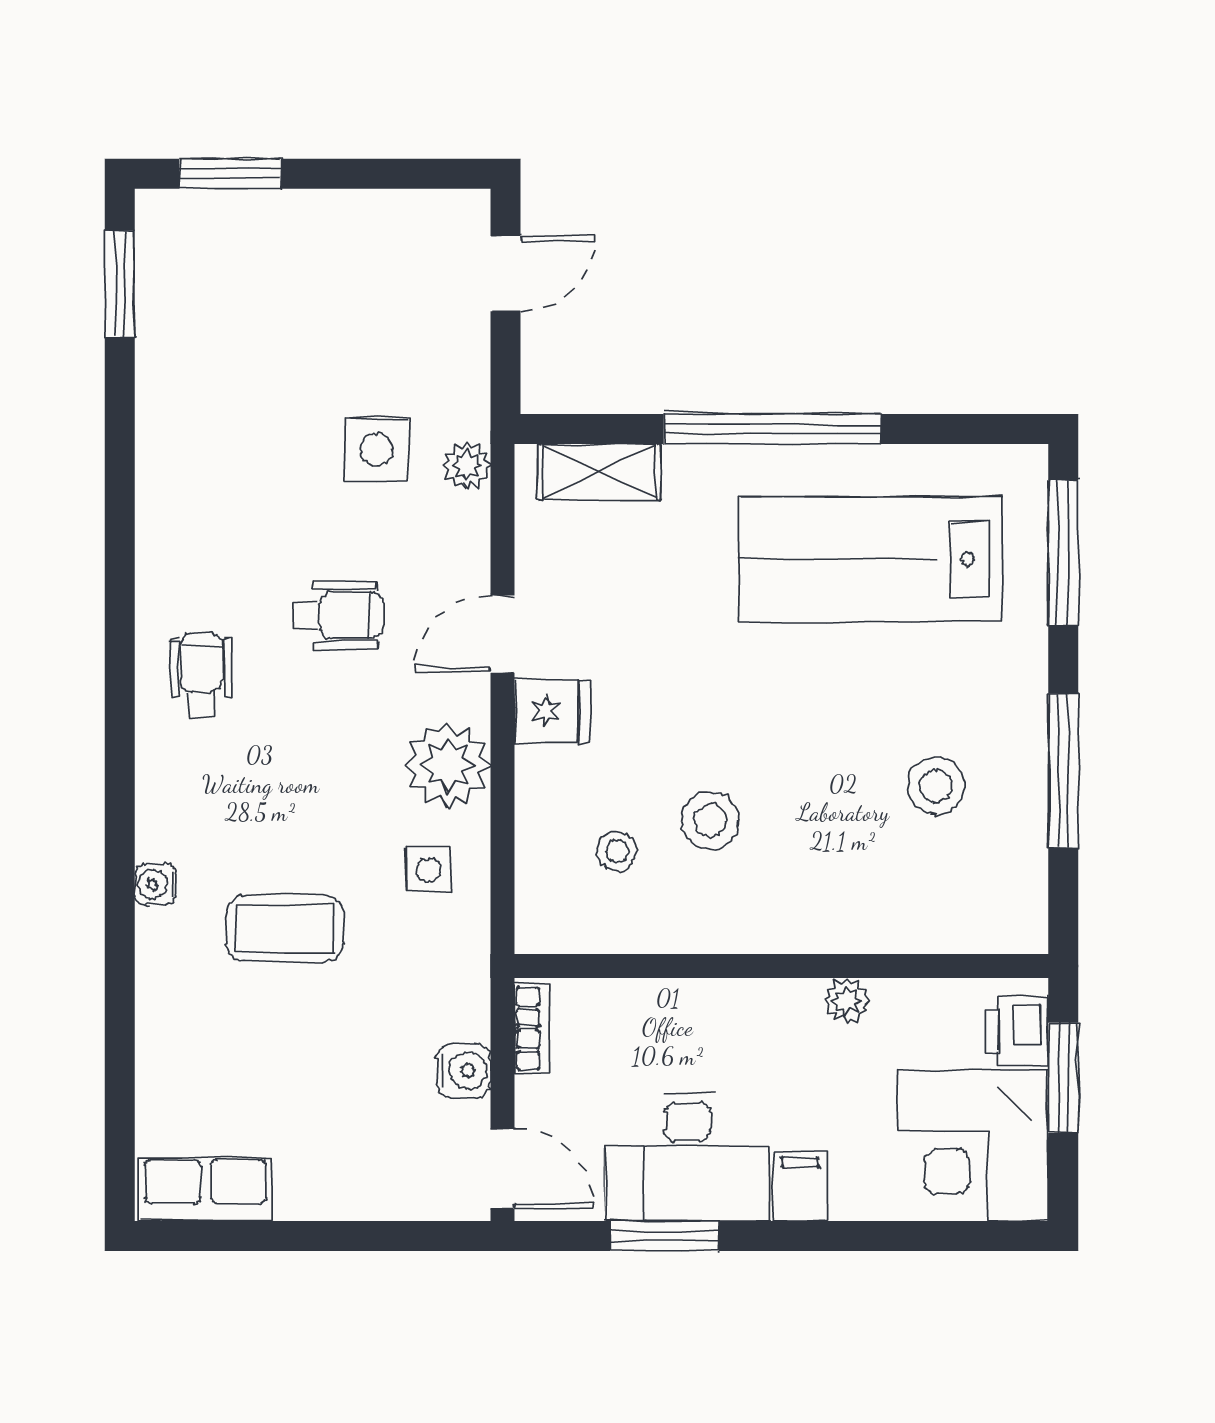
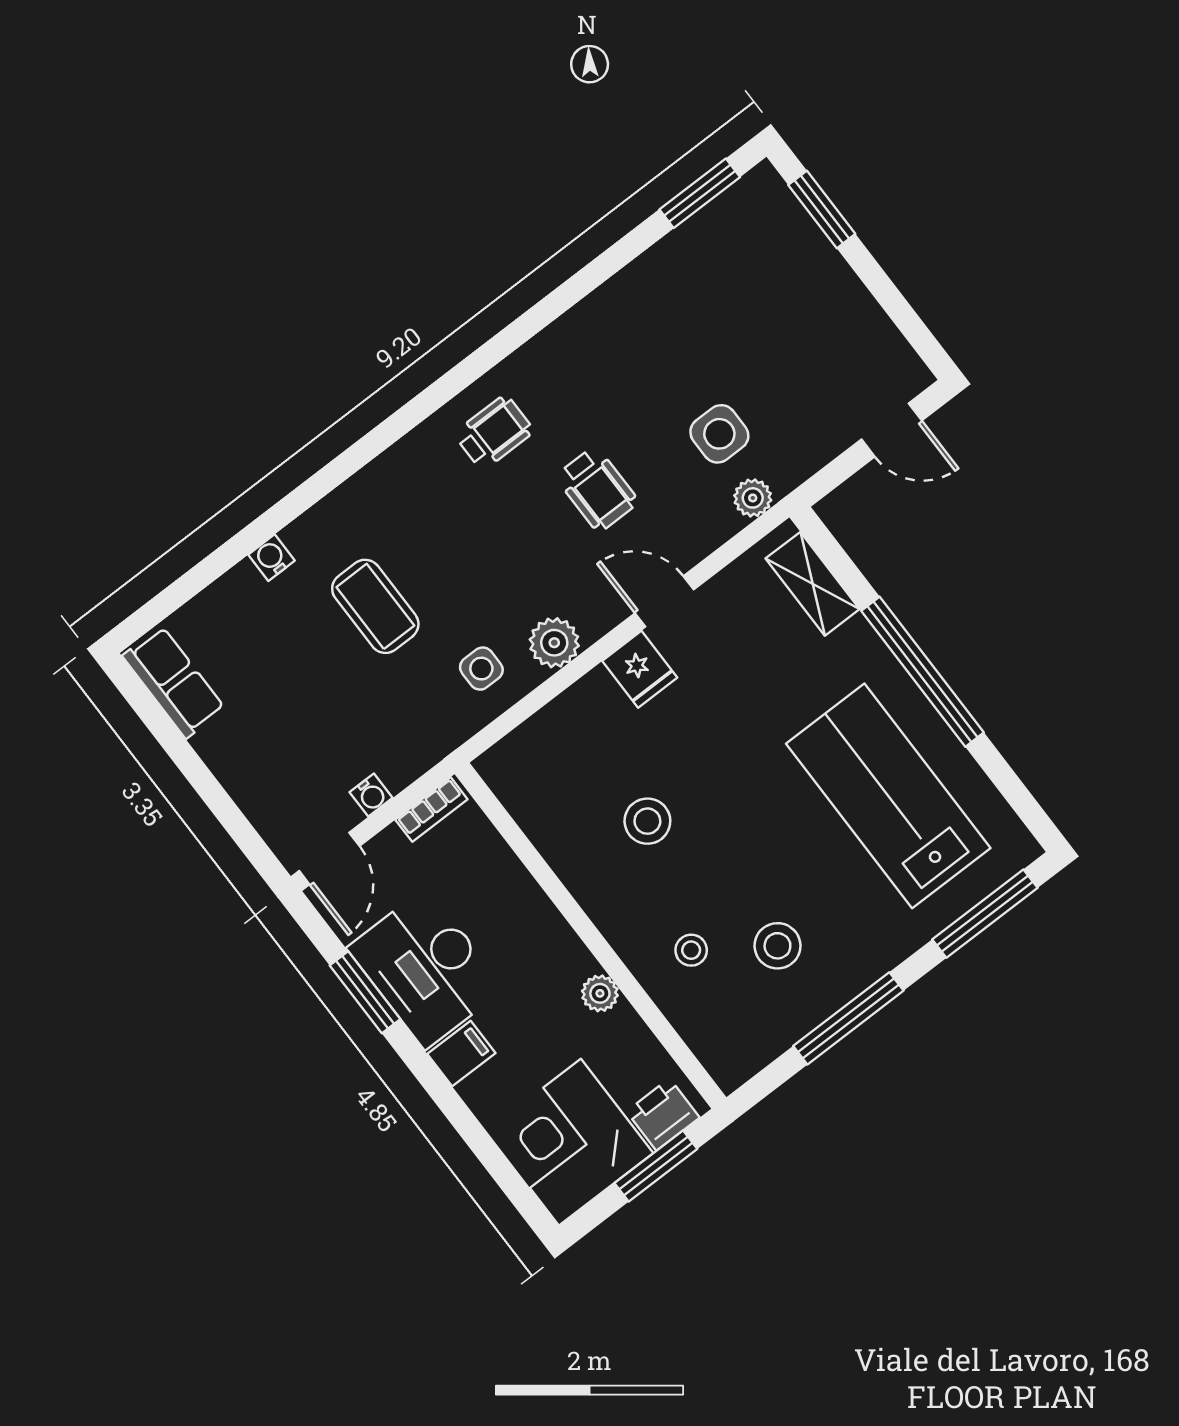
plant: (448, 765) -> (554, 643), width x0.73, depth x0.73
stool: (617, 851) -> (691, 950), moved
water cooler: (156, 885) -> (271, 558), moved
water cooler: (464, 1070) -> (371, 795), width x0.72, depth x0.72

